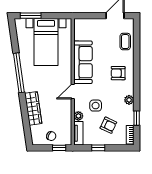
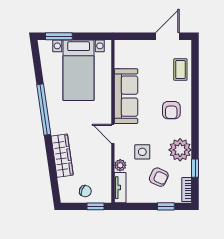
armchair: (118, 73) -> (171, 110), turned -90
door: (73, 92) -> (113, 134), hinge flipped
plant: (129, 100) -> (180, 150), width x1.88, depth x1.88
window: (98, 148) -> (166, 206), moved

